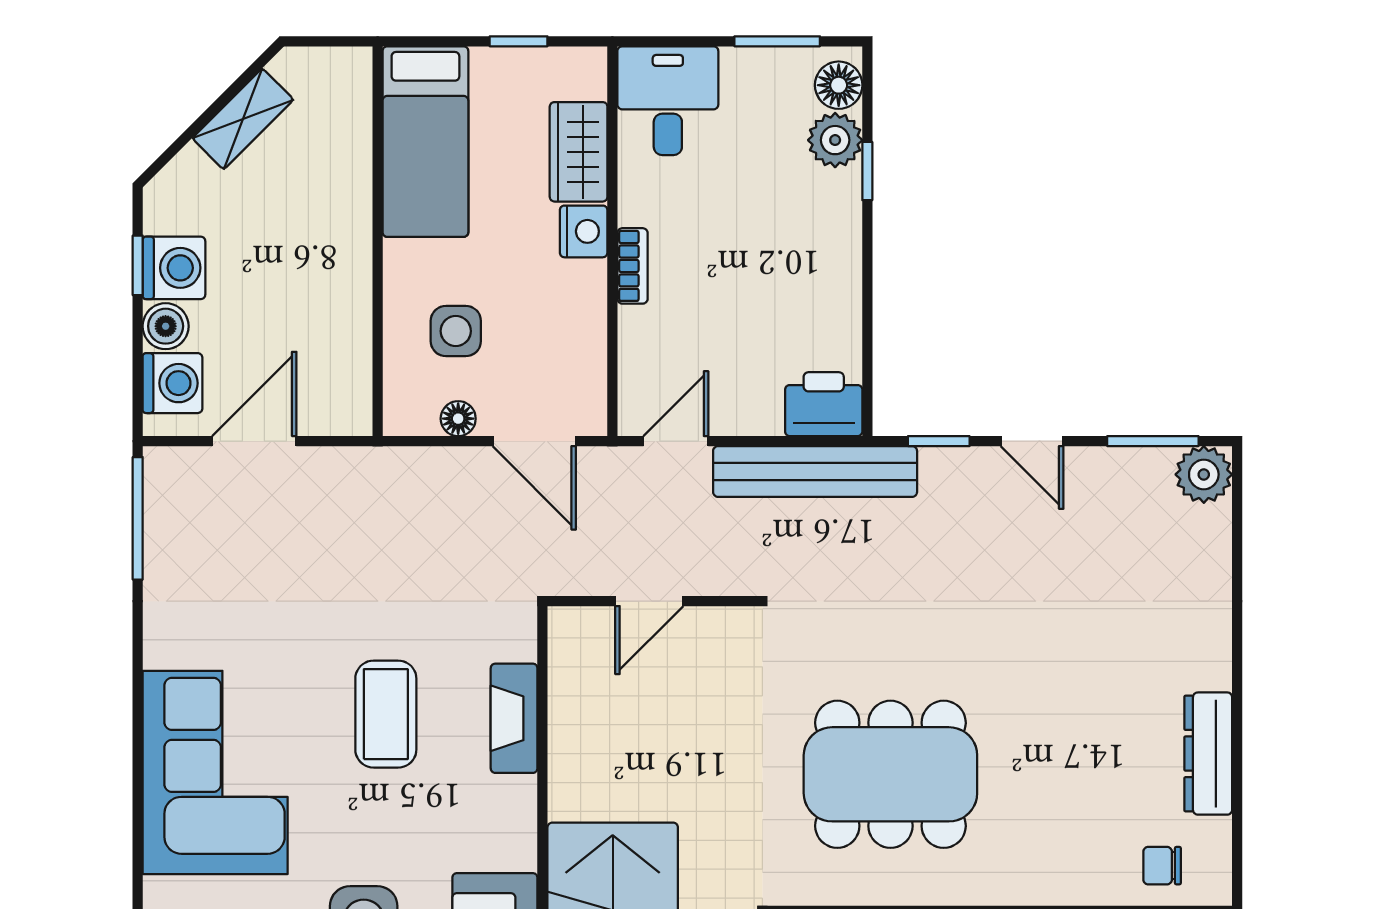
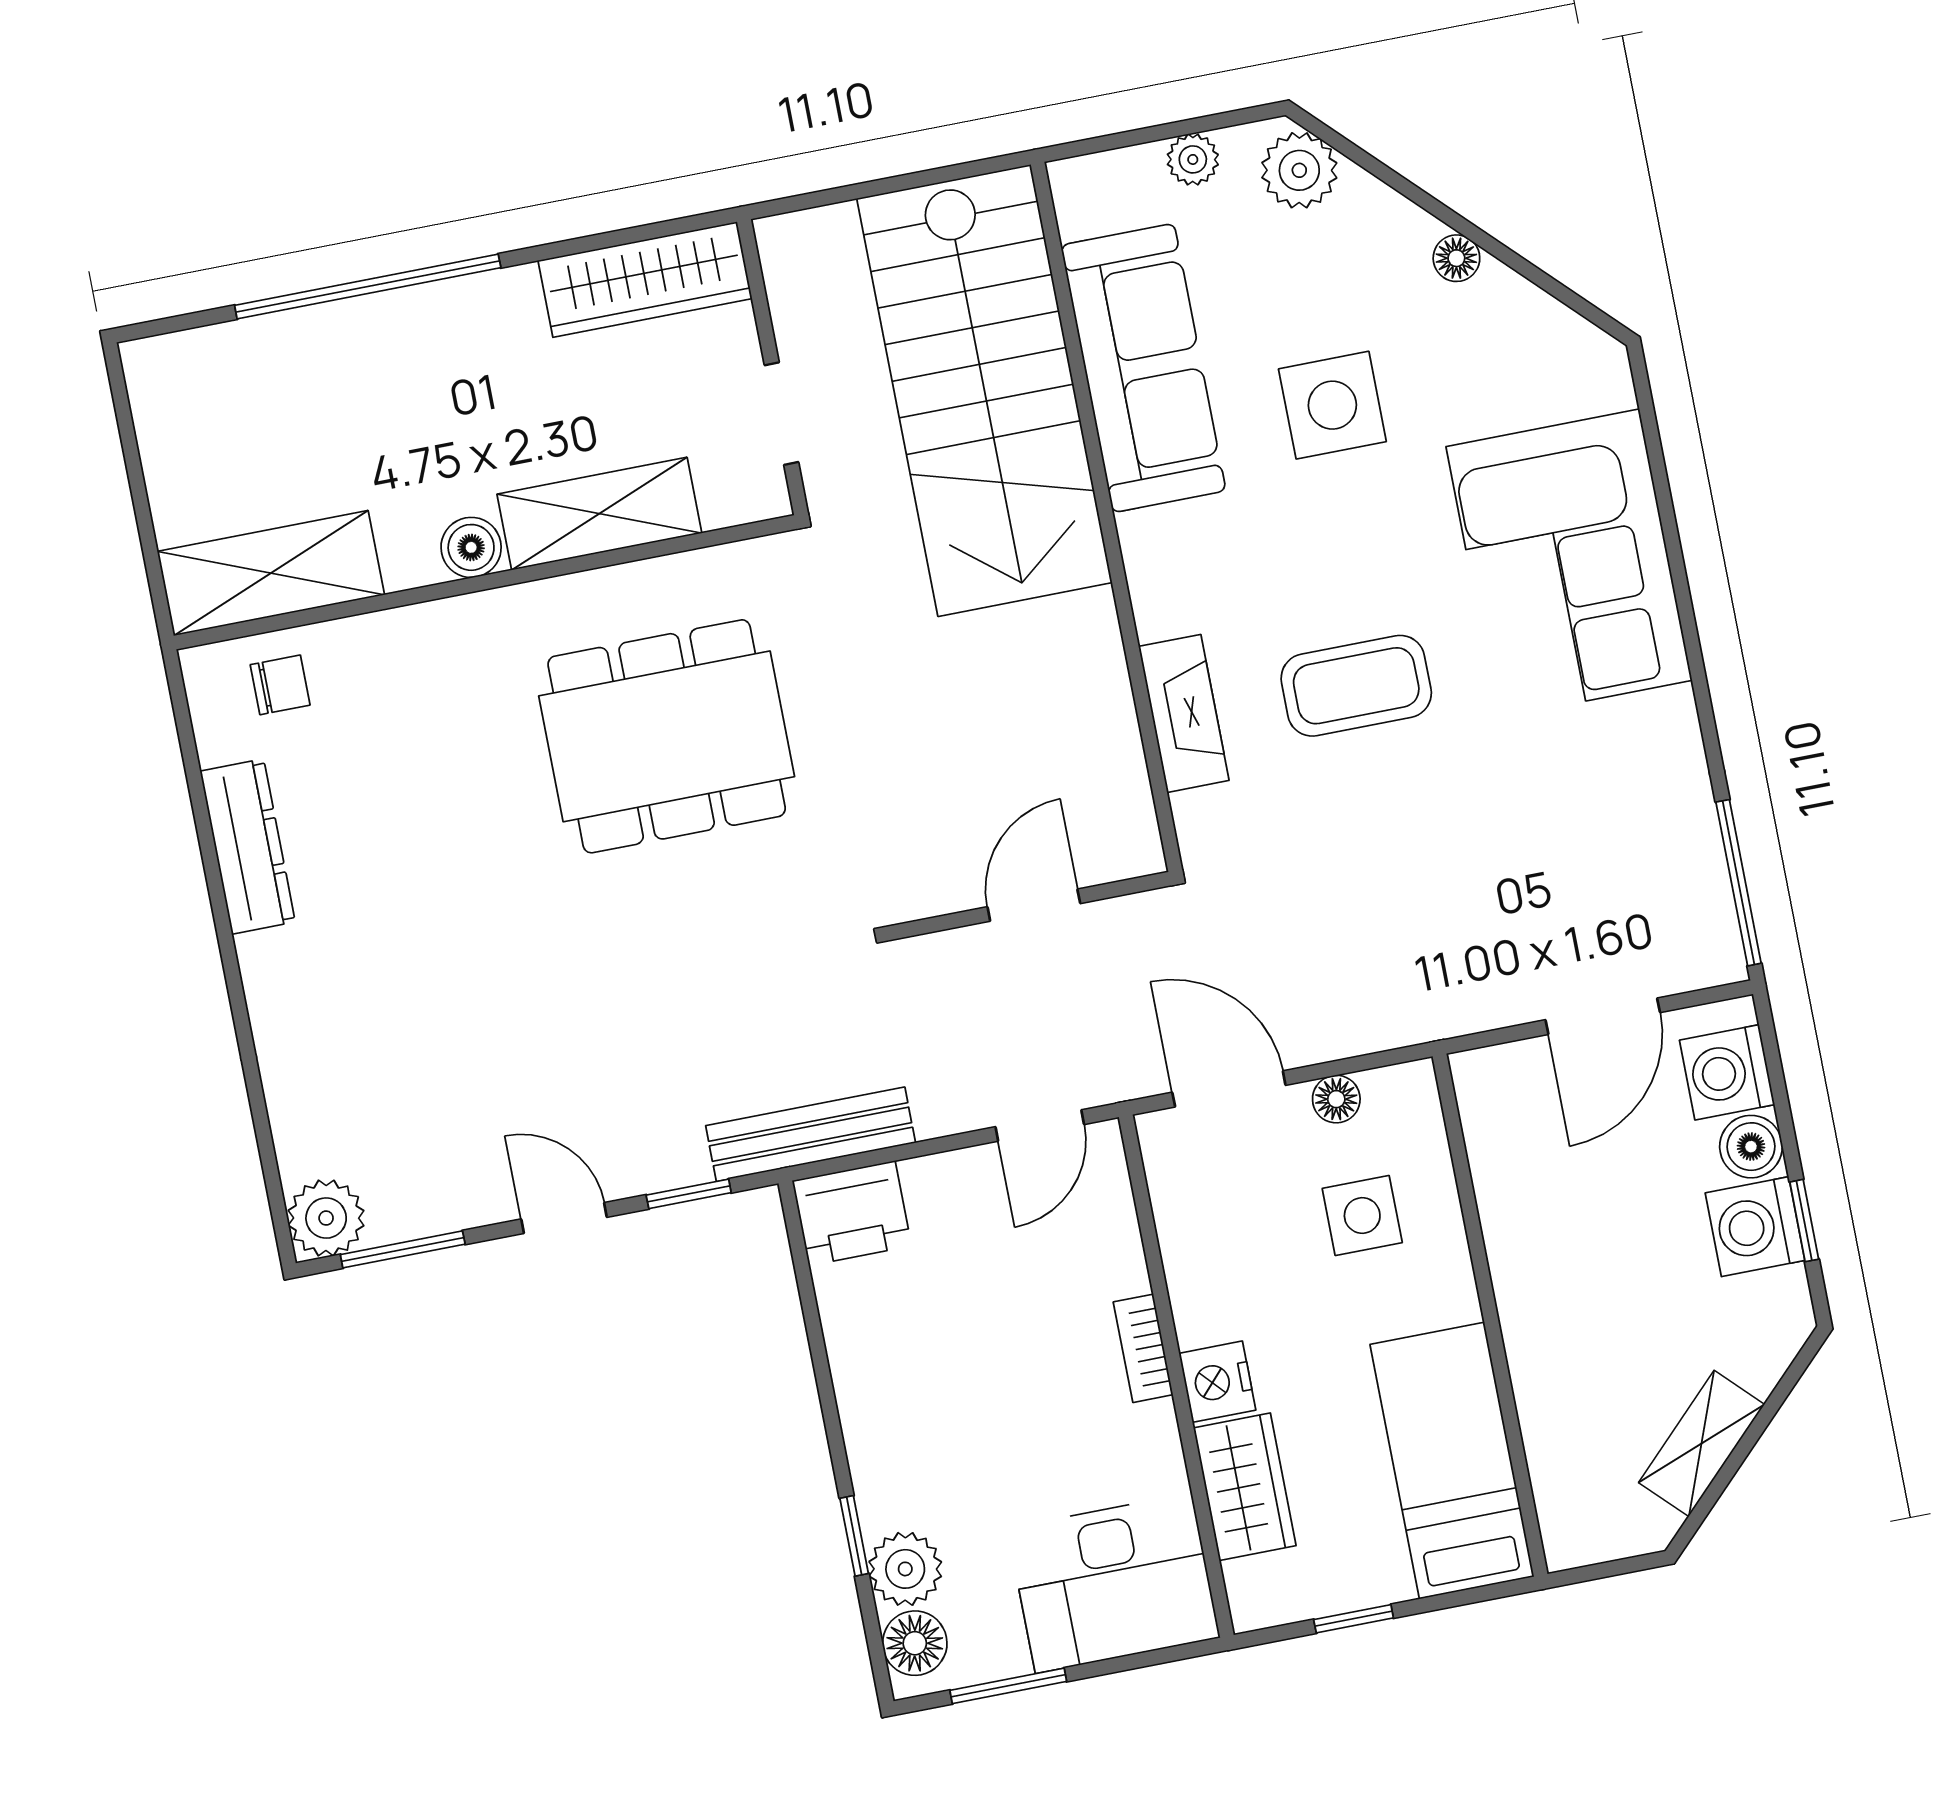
desk: (668, 101) -> (1114, 1583), width x1.37
bench: (815, 471) -> (811, 1134), width x0.73, depth x0.82
coffee table: (386, 714) -> (1356, 686), turned 90

